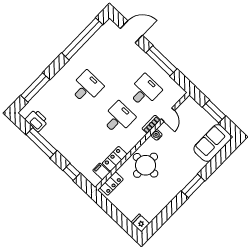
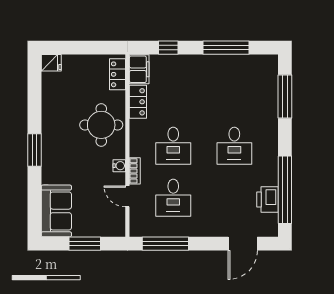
window: (161, 61) -> (165, 244), moved
printer: (37, 120) -> (267, 199), moved, turned 90
filing cabinet: (101, 171) -> (139, 69), width x2.00

